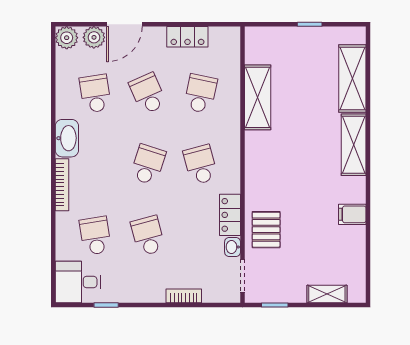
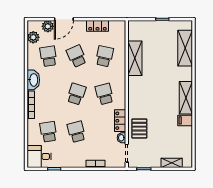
plant: (67, 38) -> (33, 37), moved
shelving: (354, 145) -> (186, 98), moved

